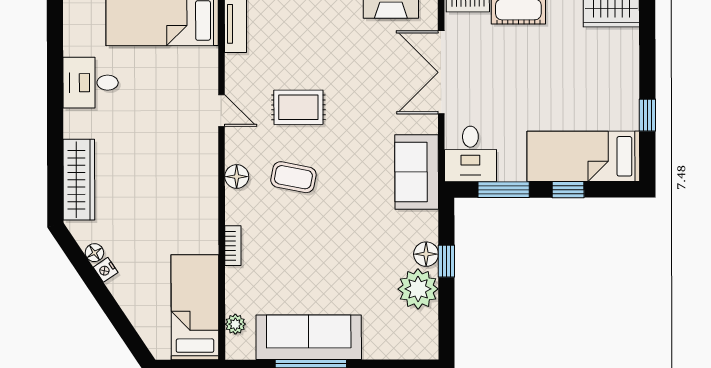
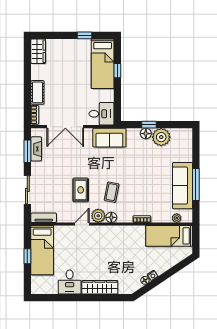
plant: (240, 147) -> (98, 216), added
wardrobe: (79, 180) -> (100, 287), moved
window: (504, 190) -> (117, 99), removed

